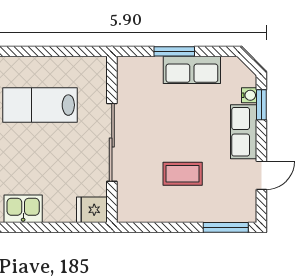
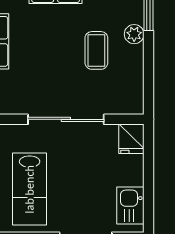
plant: (199, 213) -> (134, 34), added

